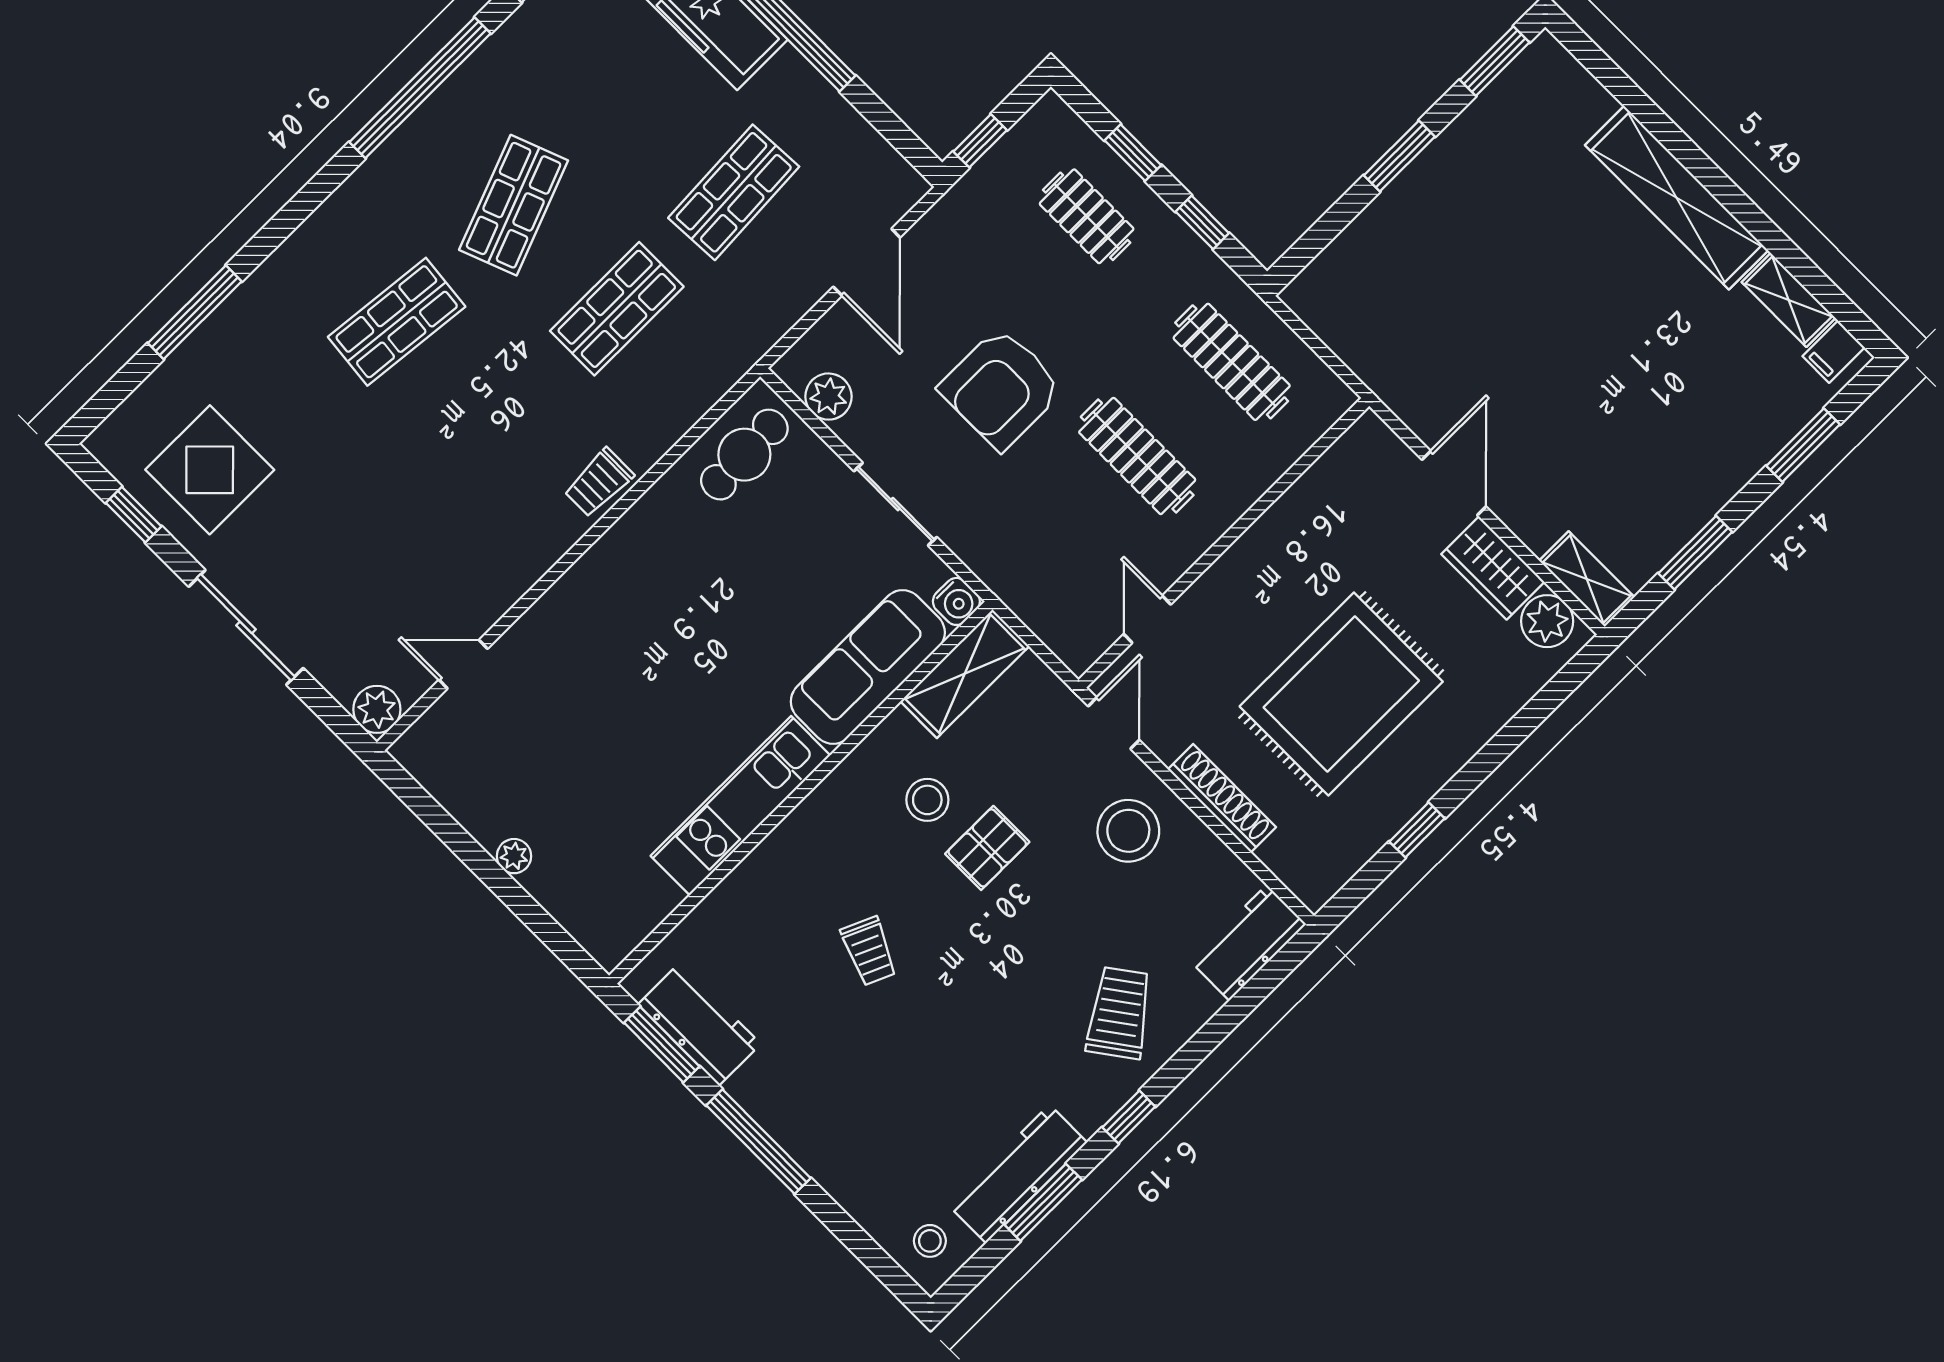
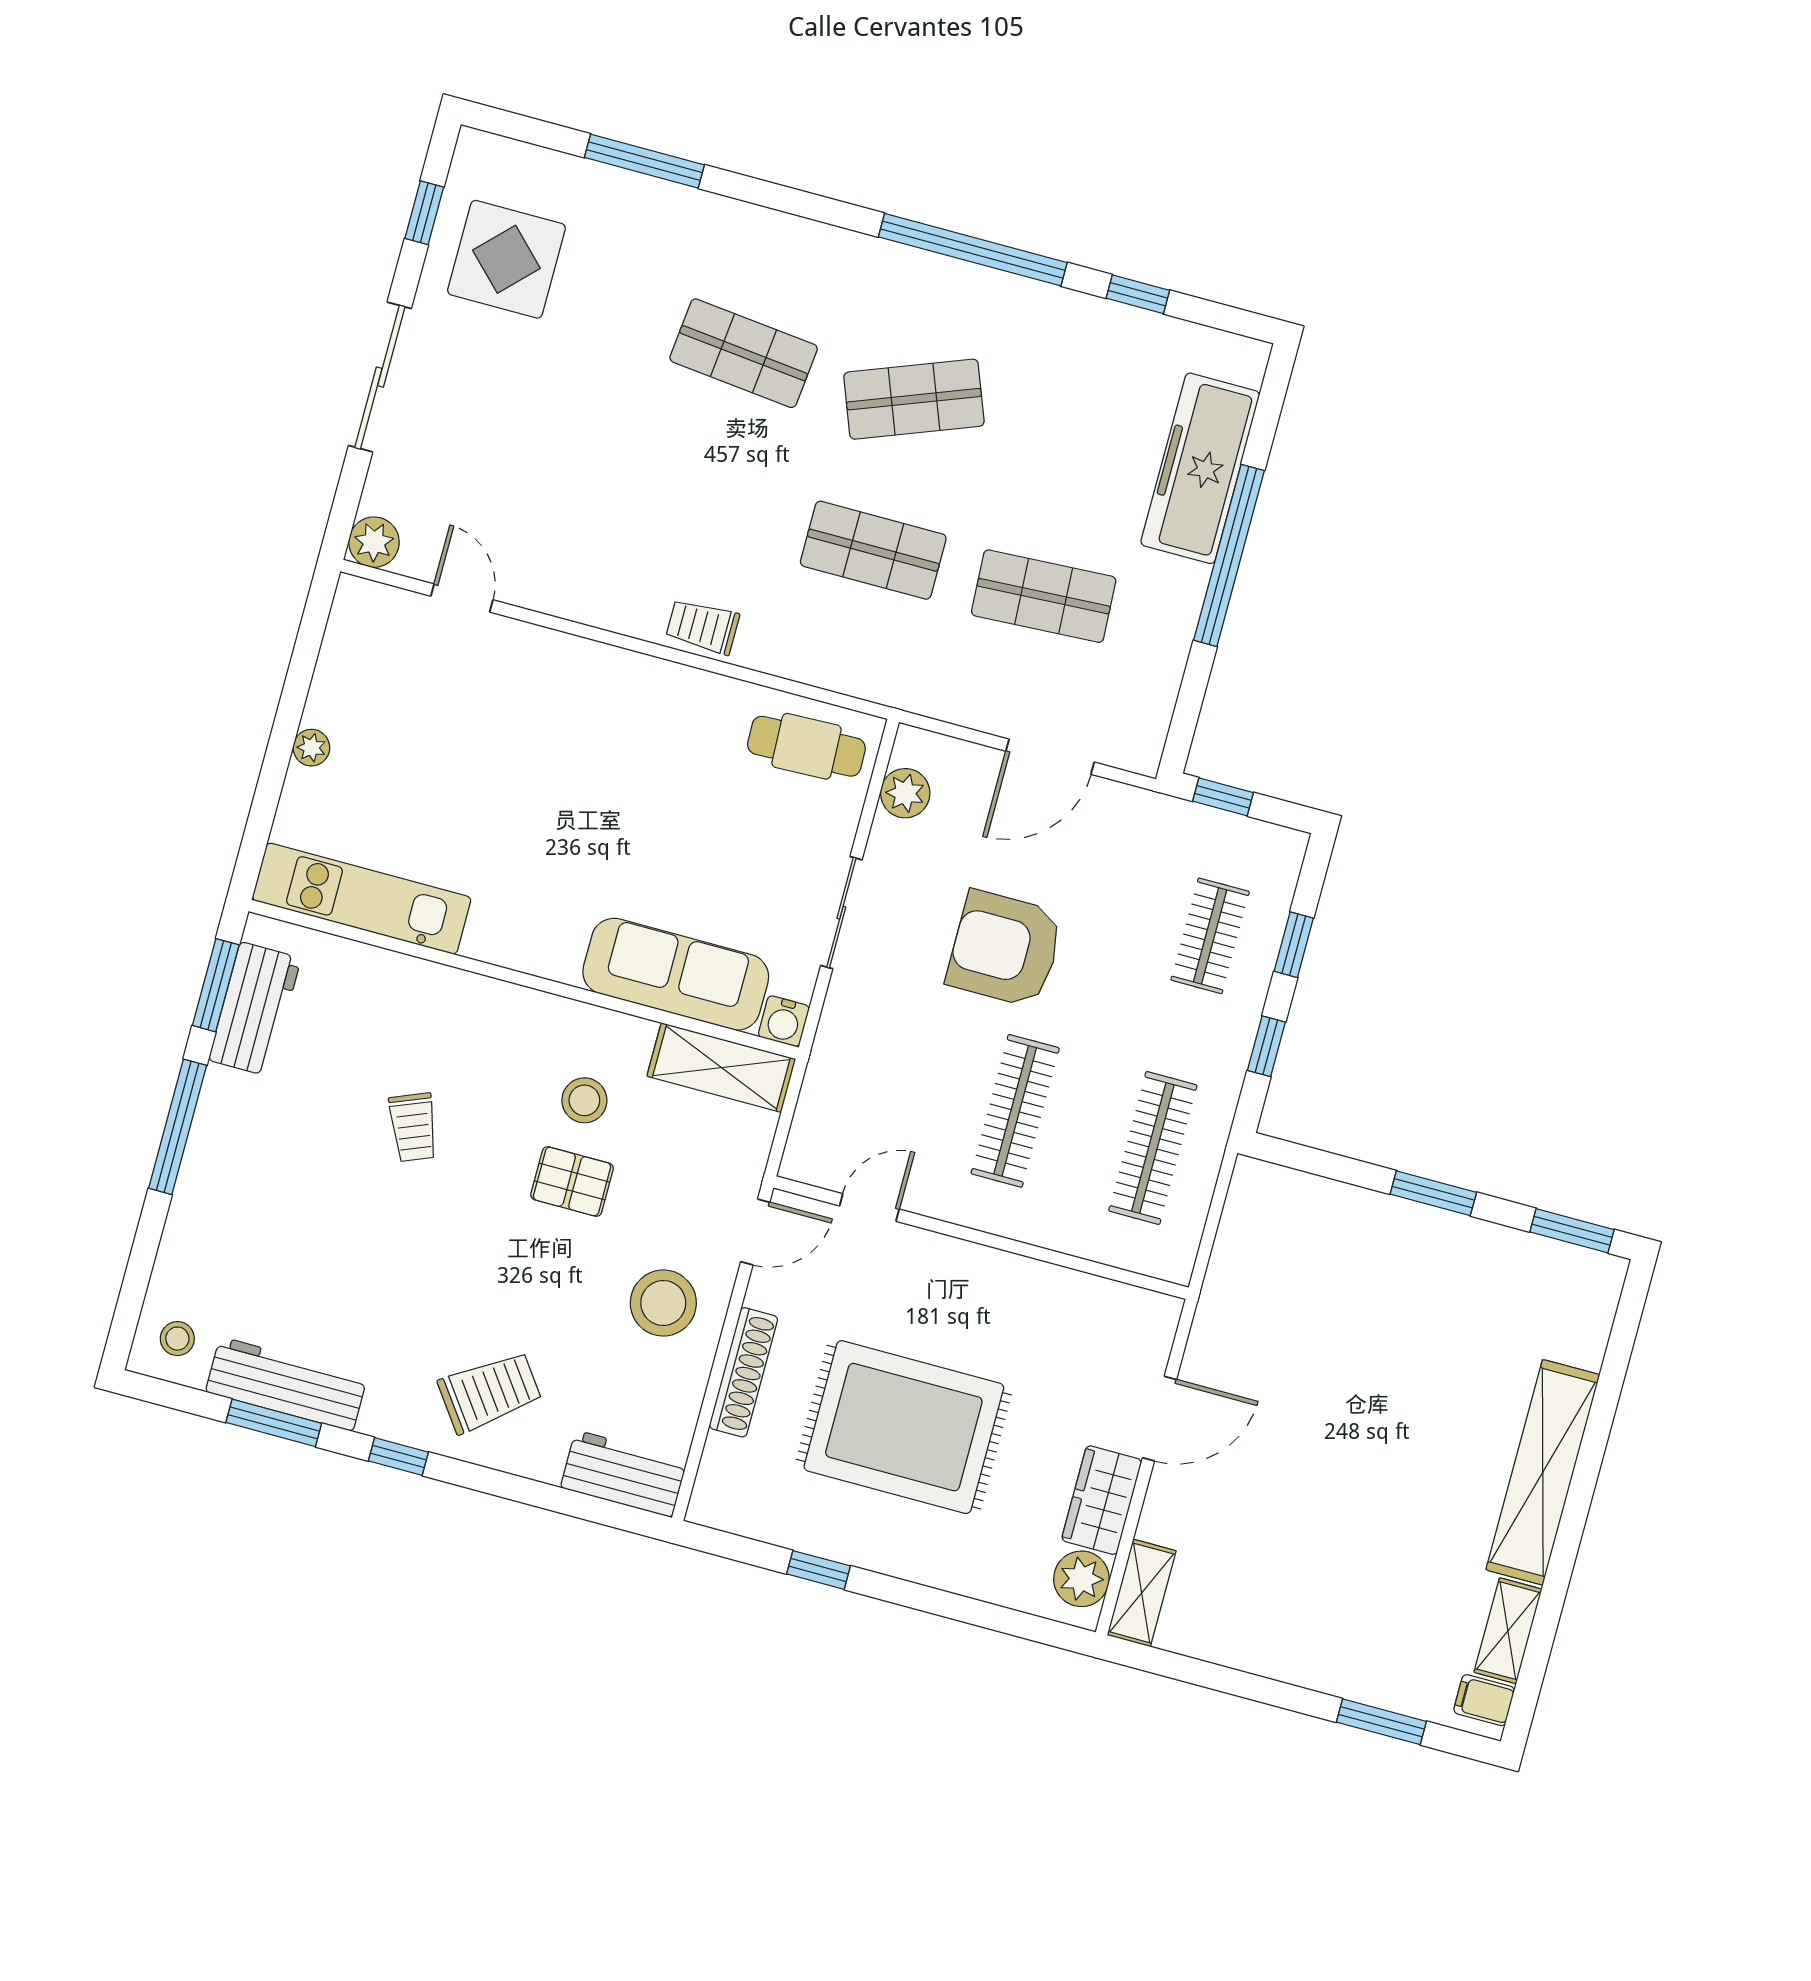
window: (1695, 553) -> (1224, 1679), removed
kitchen unit: (740, 806) -> (362, 899), moved
trolley: (869, 951) -> (413, 1127), turned -46

